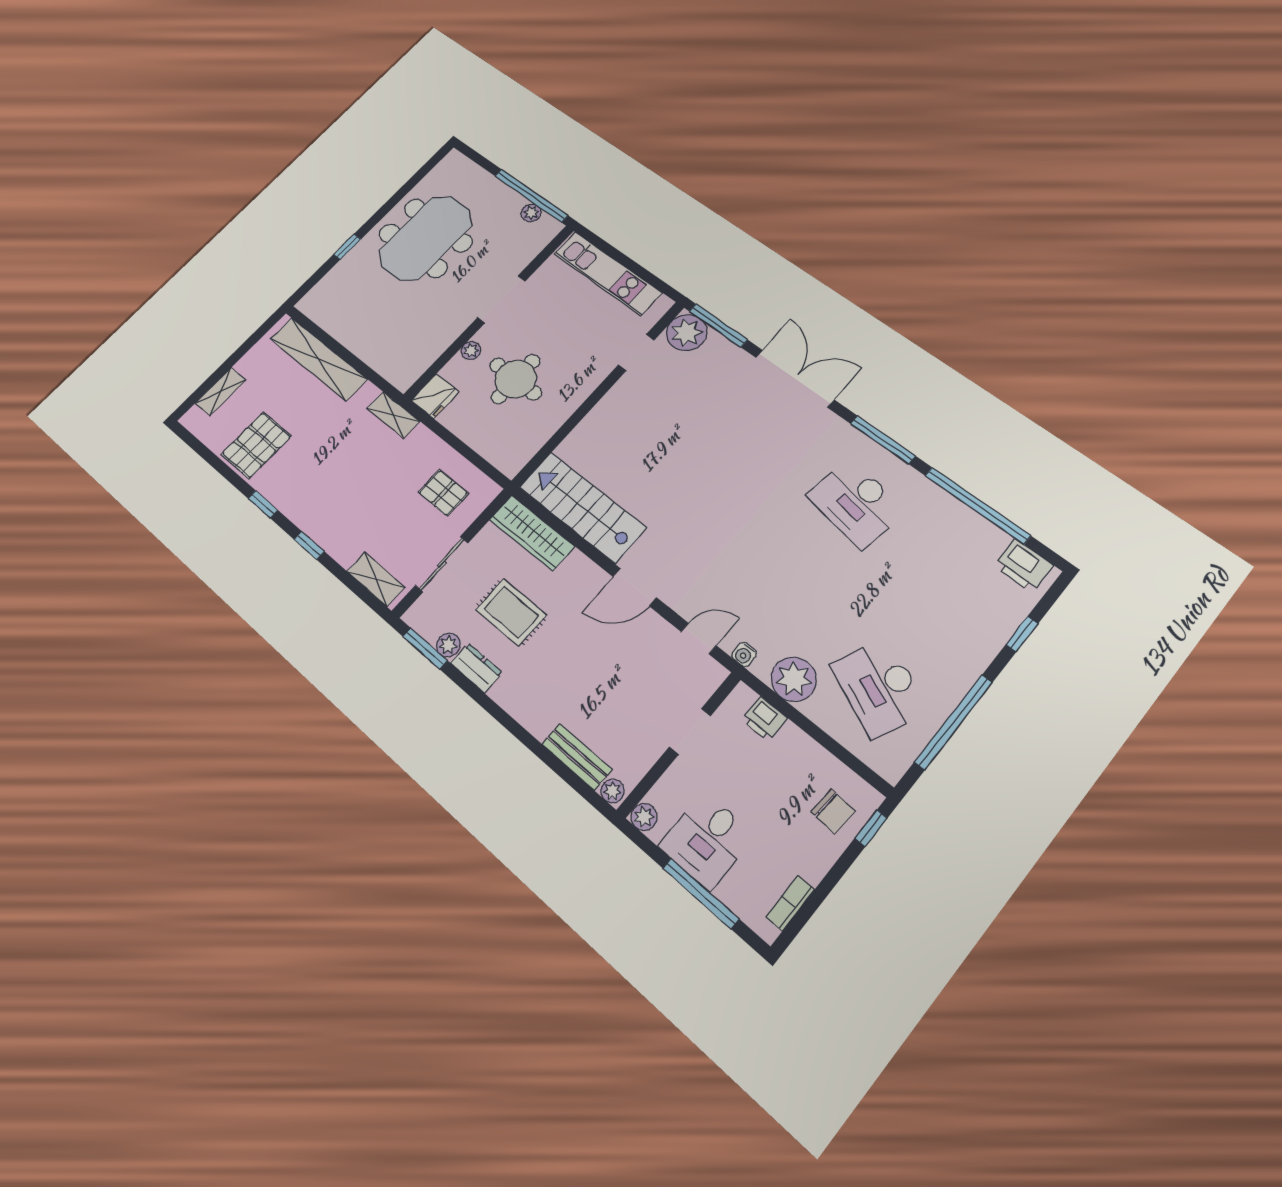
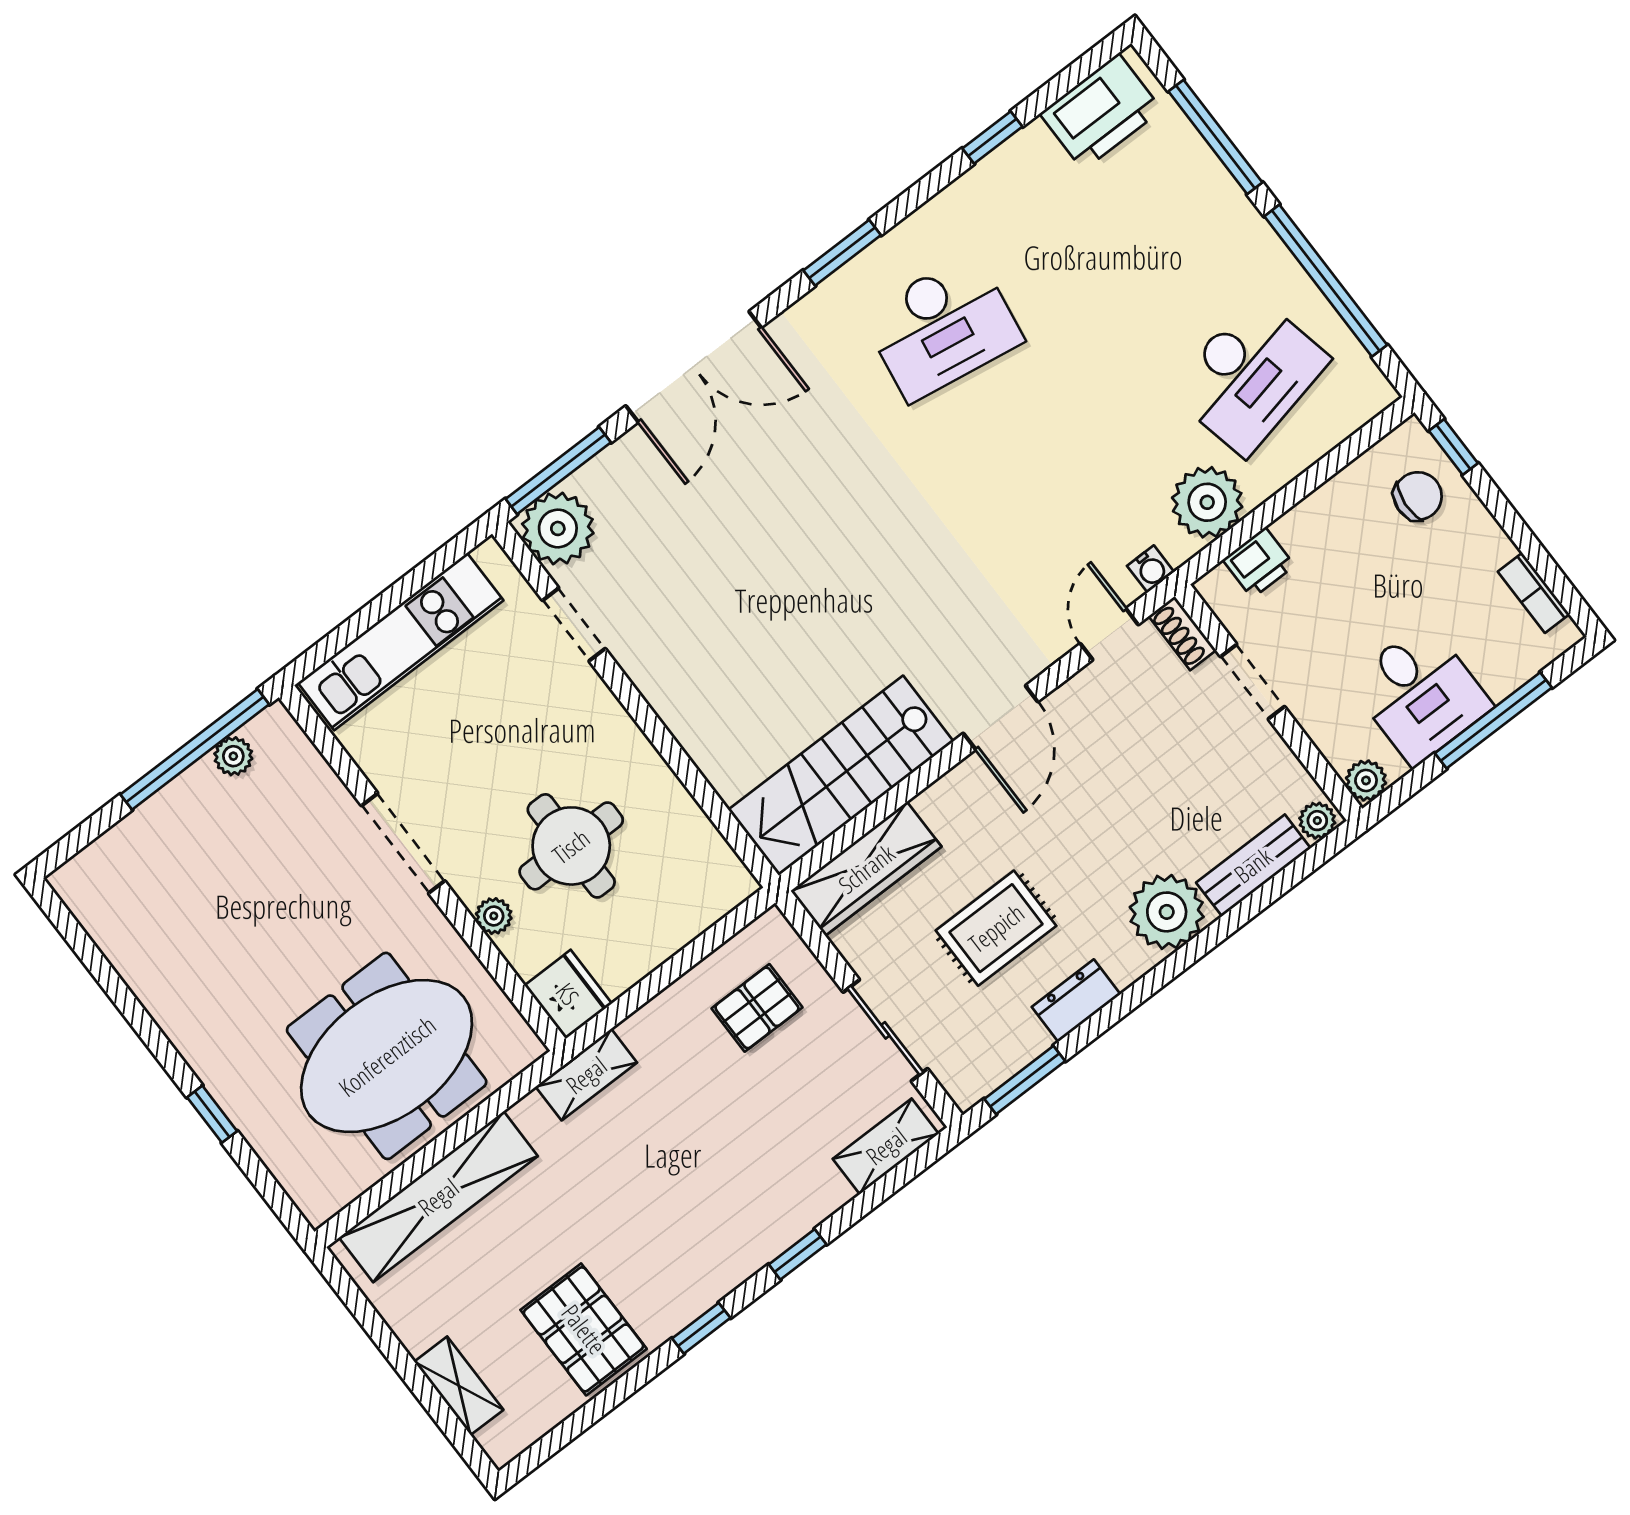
meeting table: (426, 238) -> (387, 1056), moved, turned 90
double door: (795, 378) -> (694, 367), swing flipped
window: (883, 440) -> (842, 253), width x0.69
window: (977, 505) -> (992, 137), width x0.32
printer: (1023, 566) -> (1101, 112), width x1.37, depth x1.19
window: (1022, 634) -> (1215, 137), width x2.17
plant: (448, 645) -> (1167, 912), moved, width x1.88, depth x1.88
shoe rack: (710, 682) -> (1182, 633), added
desk: (880, 688) -> (1249, 375), turned -36

